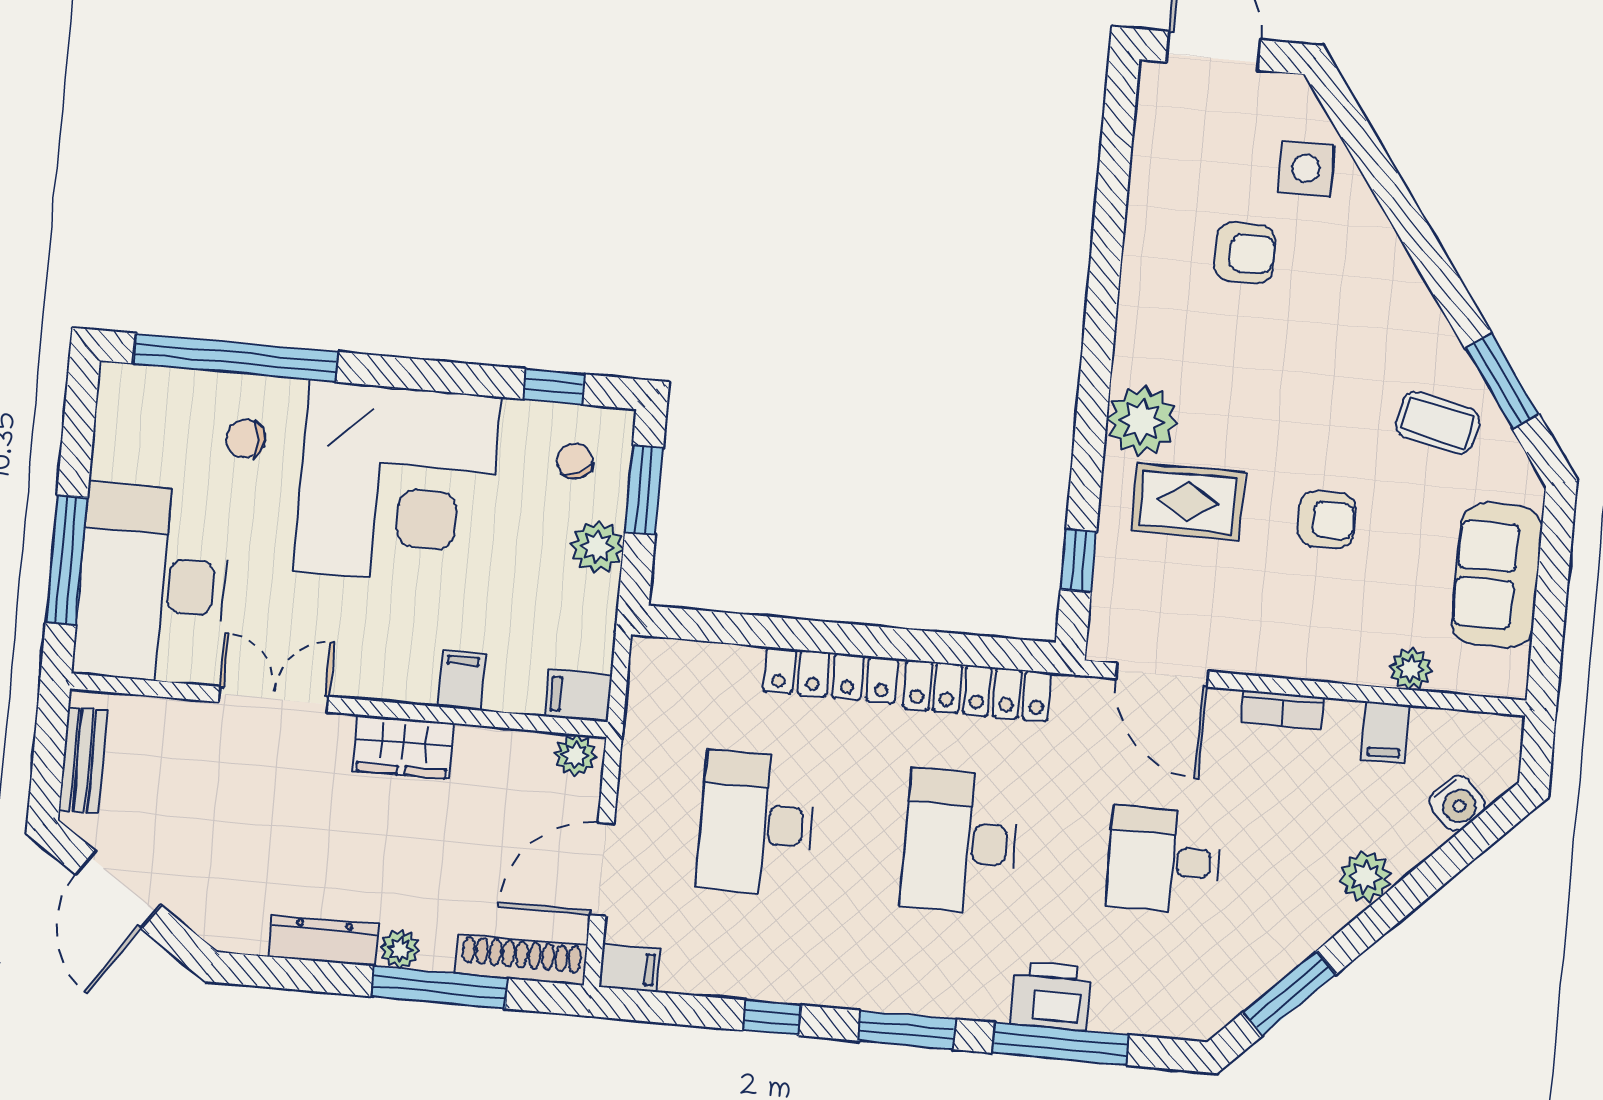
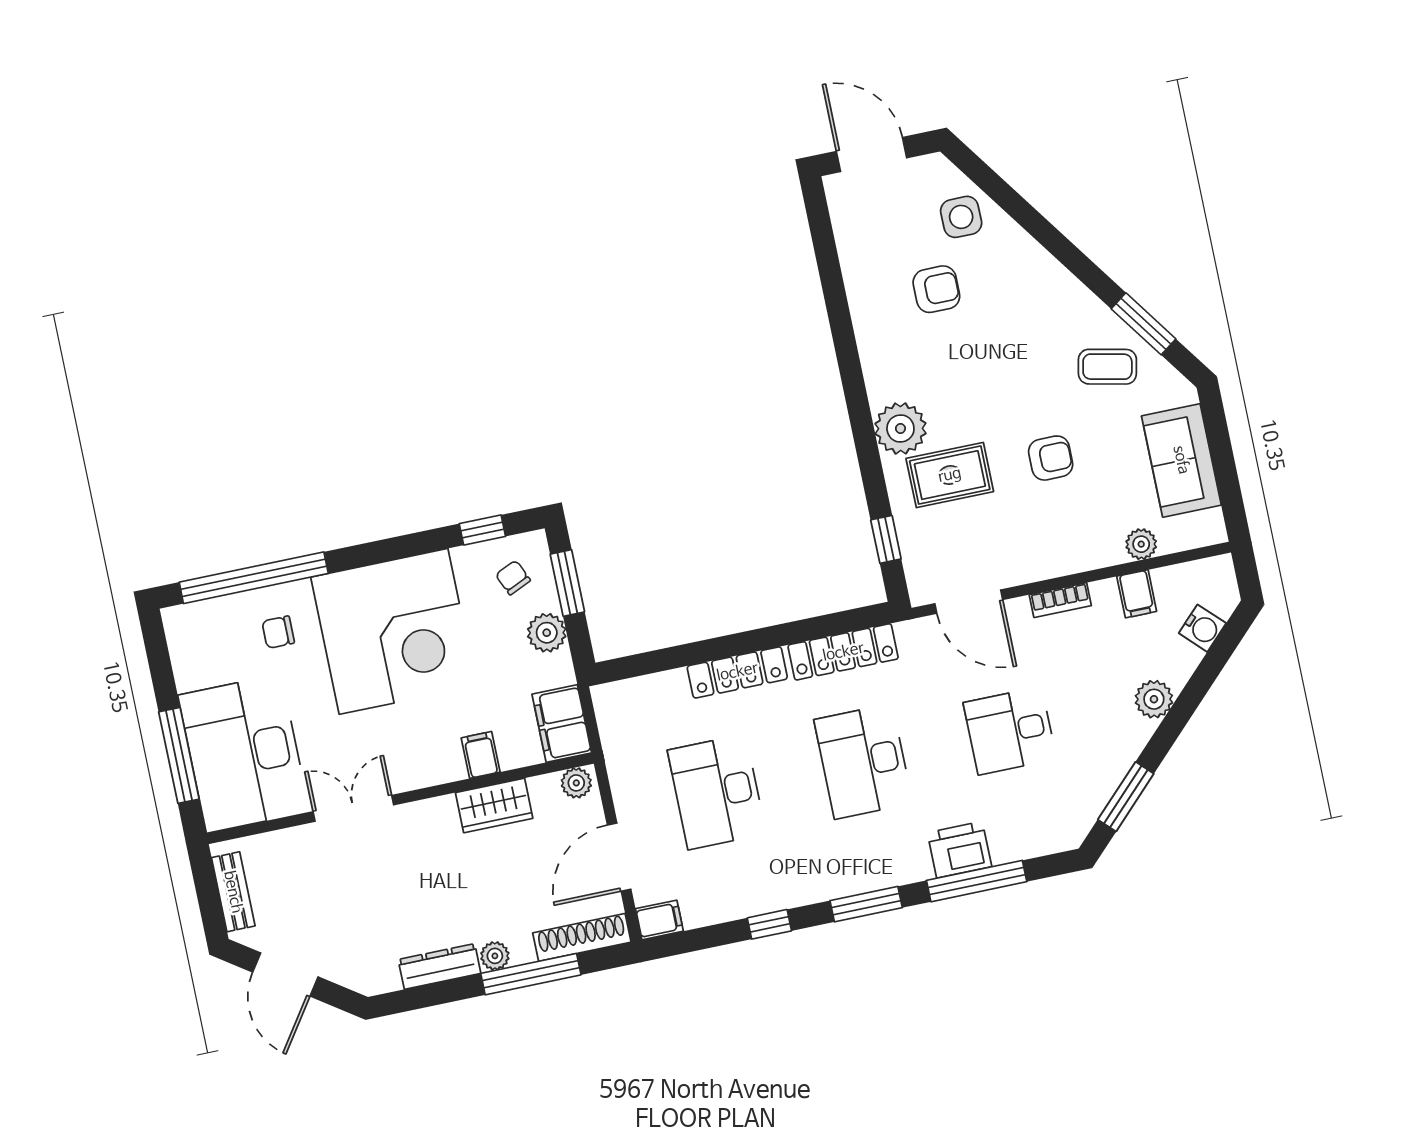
filing cabinet: (578, 696) -> (562, 724), width x2.00
wardrobe: (403, 747) -> (494, 805), moved

